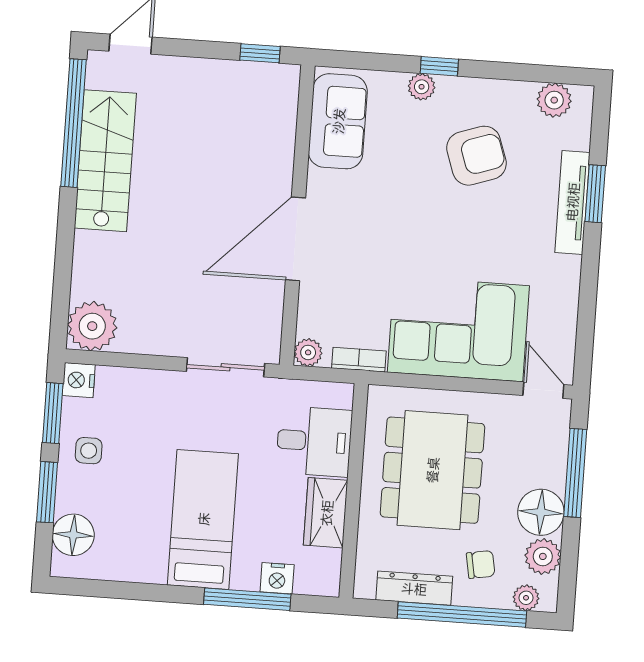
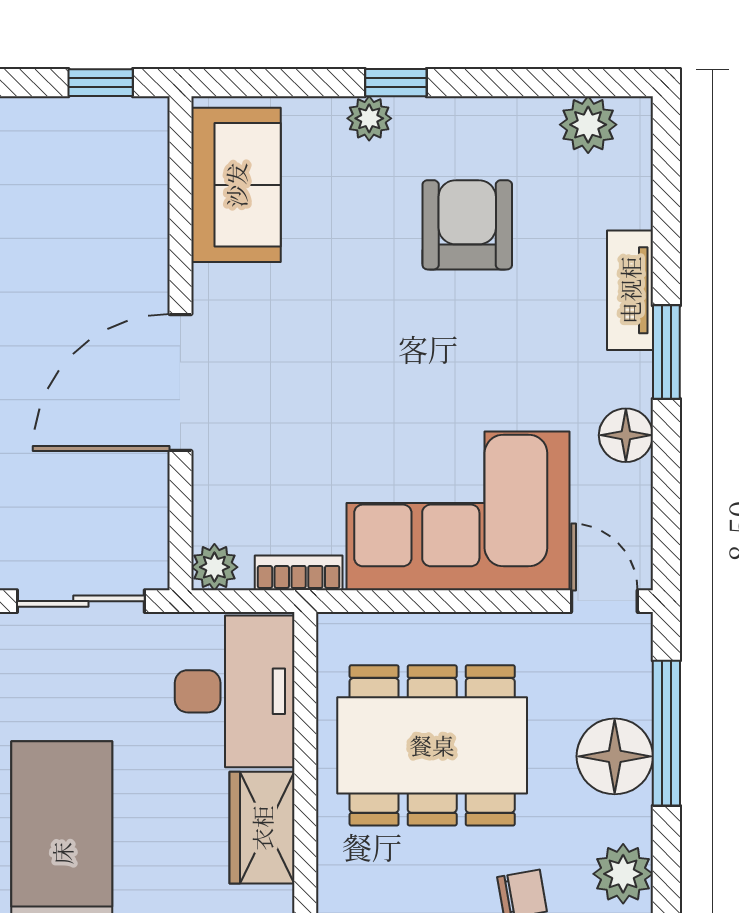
armchair: (476, 156) -> (467, 225), turned -71
window: (595, 194) -> (666, 352), moved
tv unit: (572, 202) -> (630, 290), width x0.71
floor lamp: (564, 290) -> (626, 435), added
desk: (314, 441) -> (235, 691), width x1.37
dining table: (432, 470) -> (432, 745), turned 90
floor lamp: (541, 512) -> (615, 756), moved

